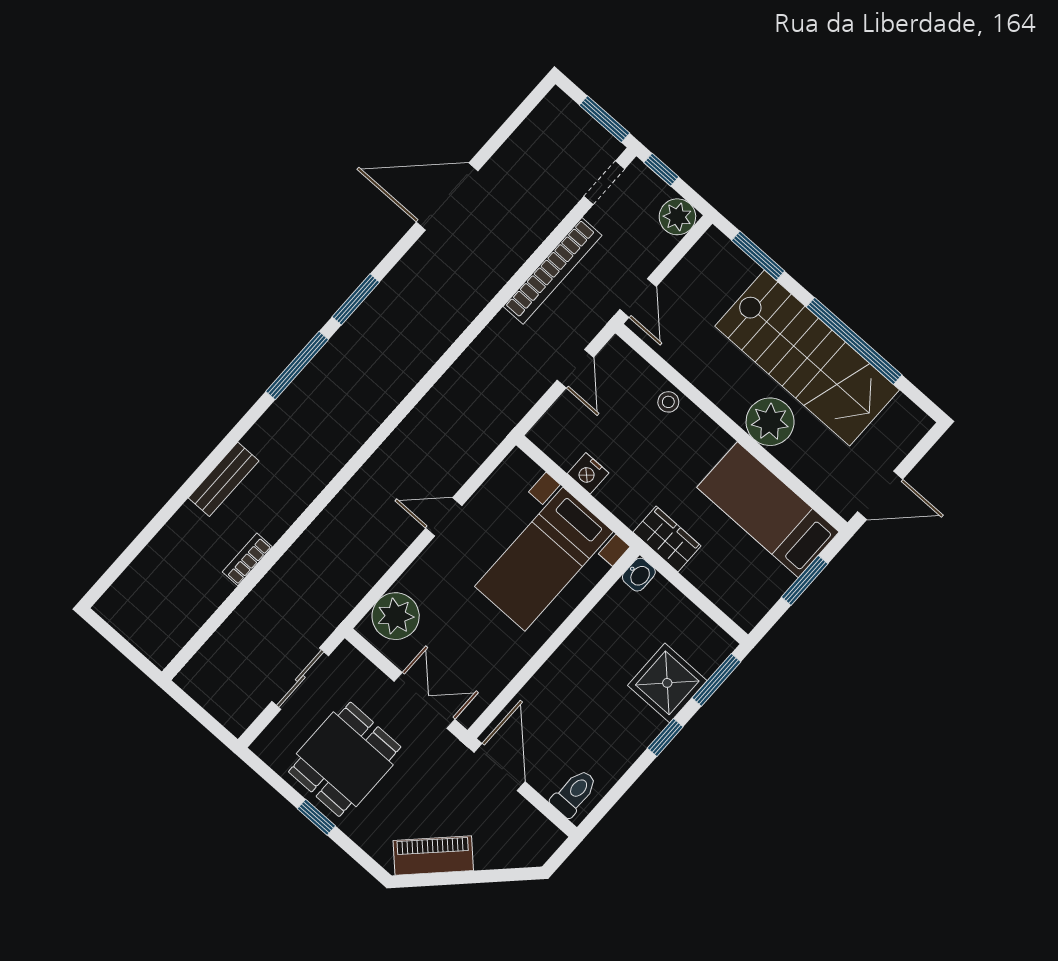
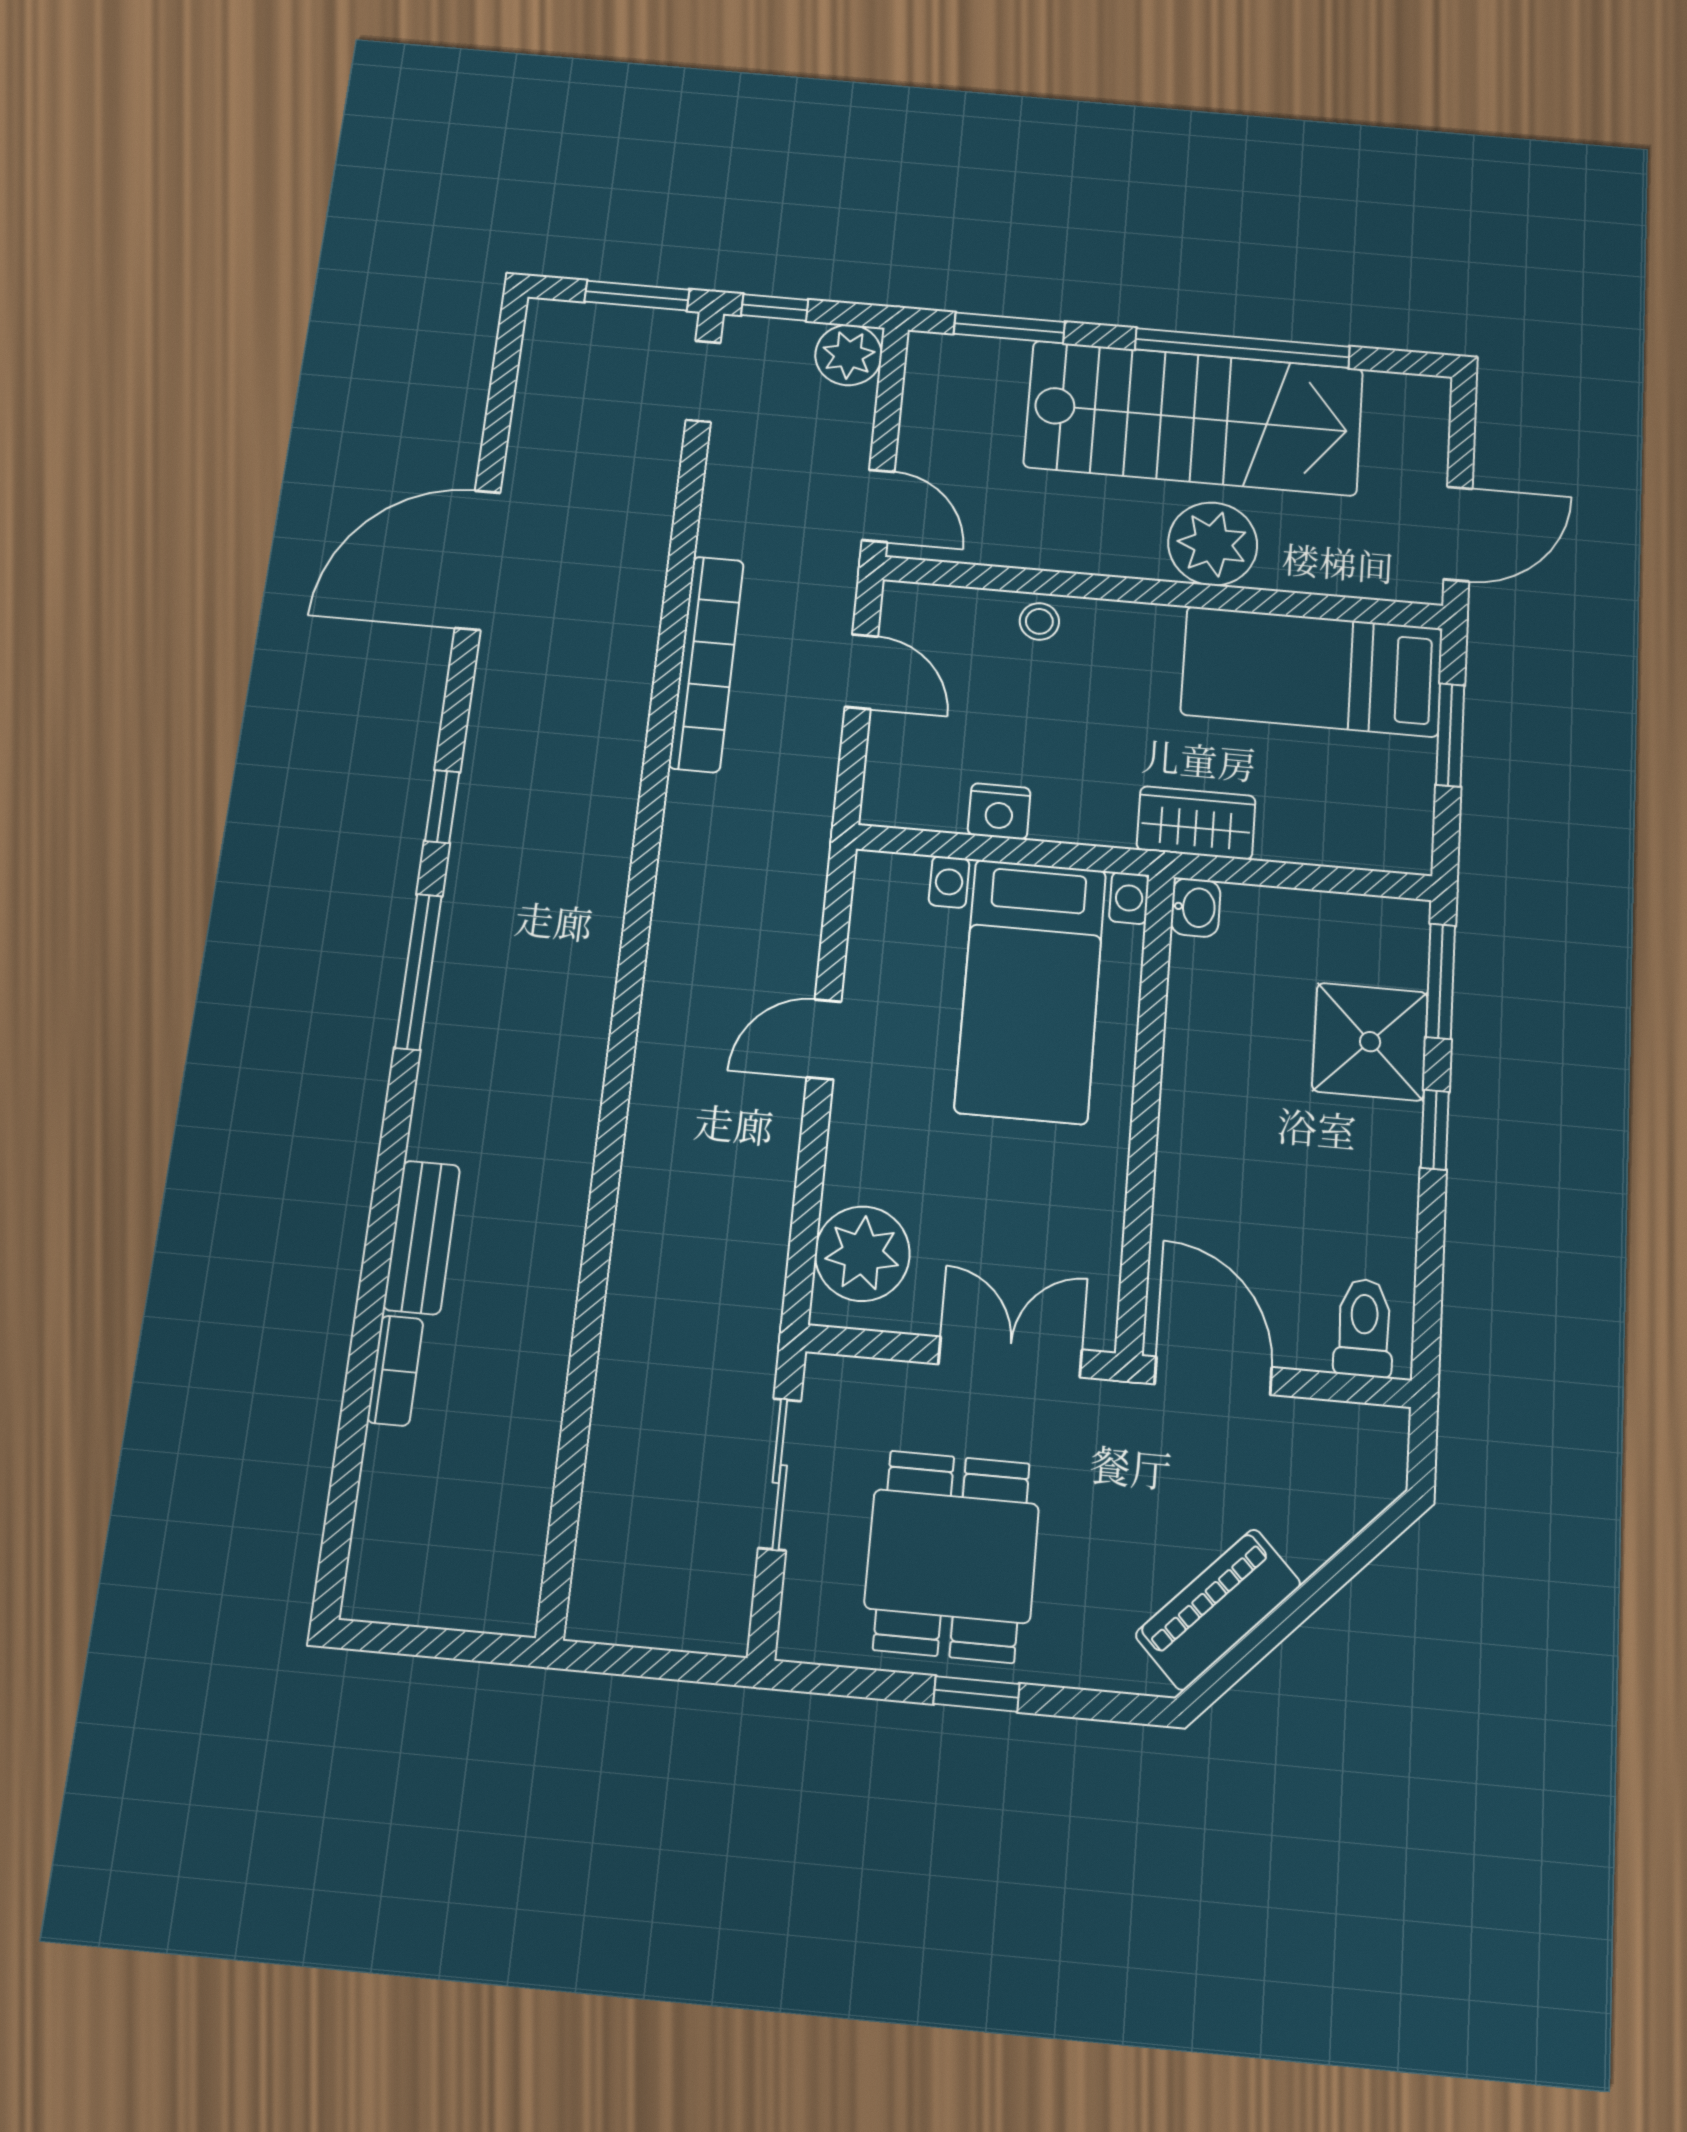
bookcase: (553, 271) -> (706, 664), moved
window: (356, 299) -> (442, 807), width x0.67
bookcase: (247, 559) -> (395, 1371), moved, turned 180

